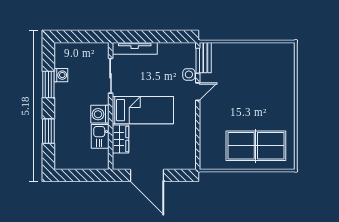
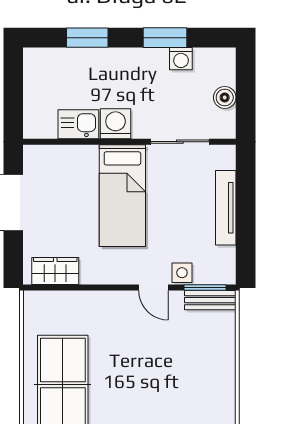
tv unit: (135, 48) -> (226, 208), moved
boiler: (84, 49) -> (225, 97), added
wardrobe: (120, 139) -> (55, 271), moved, turned 180

